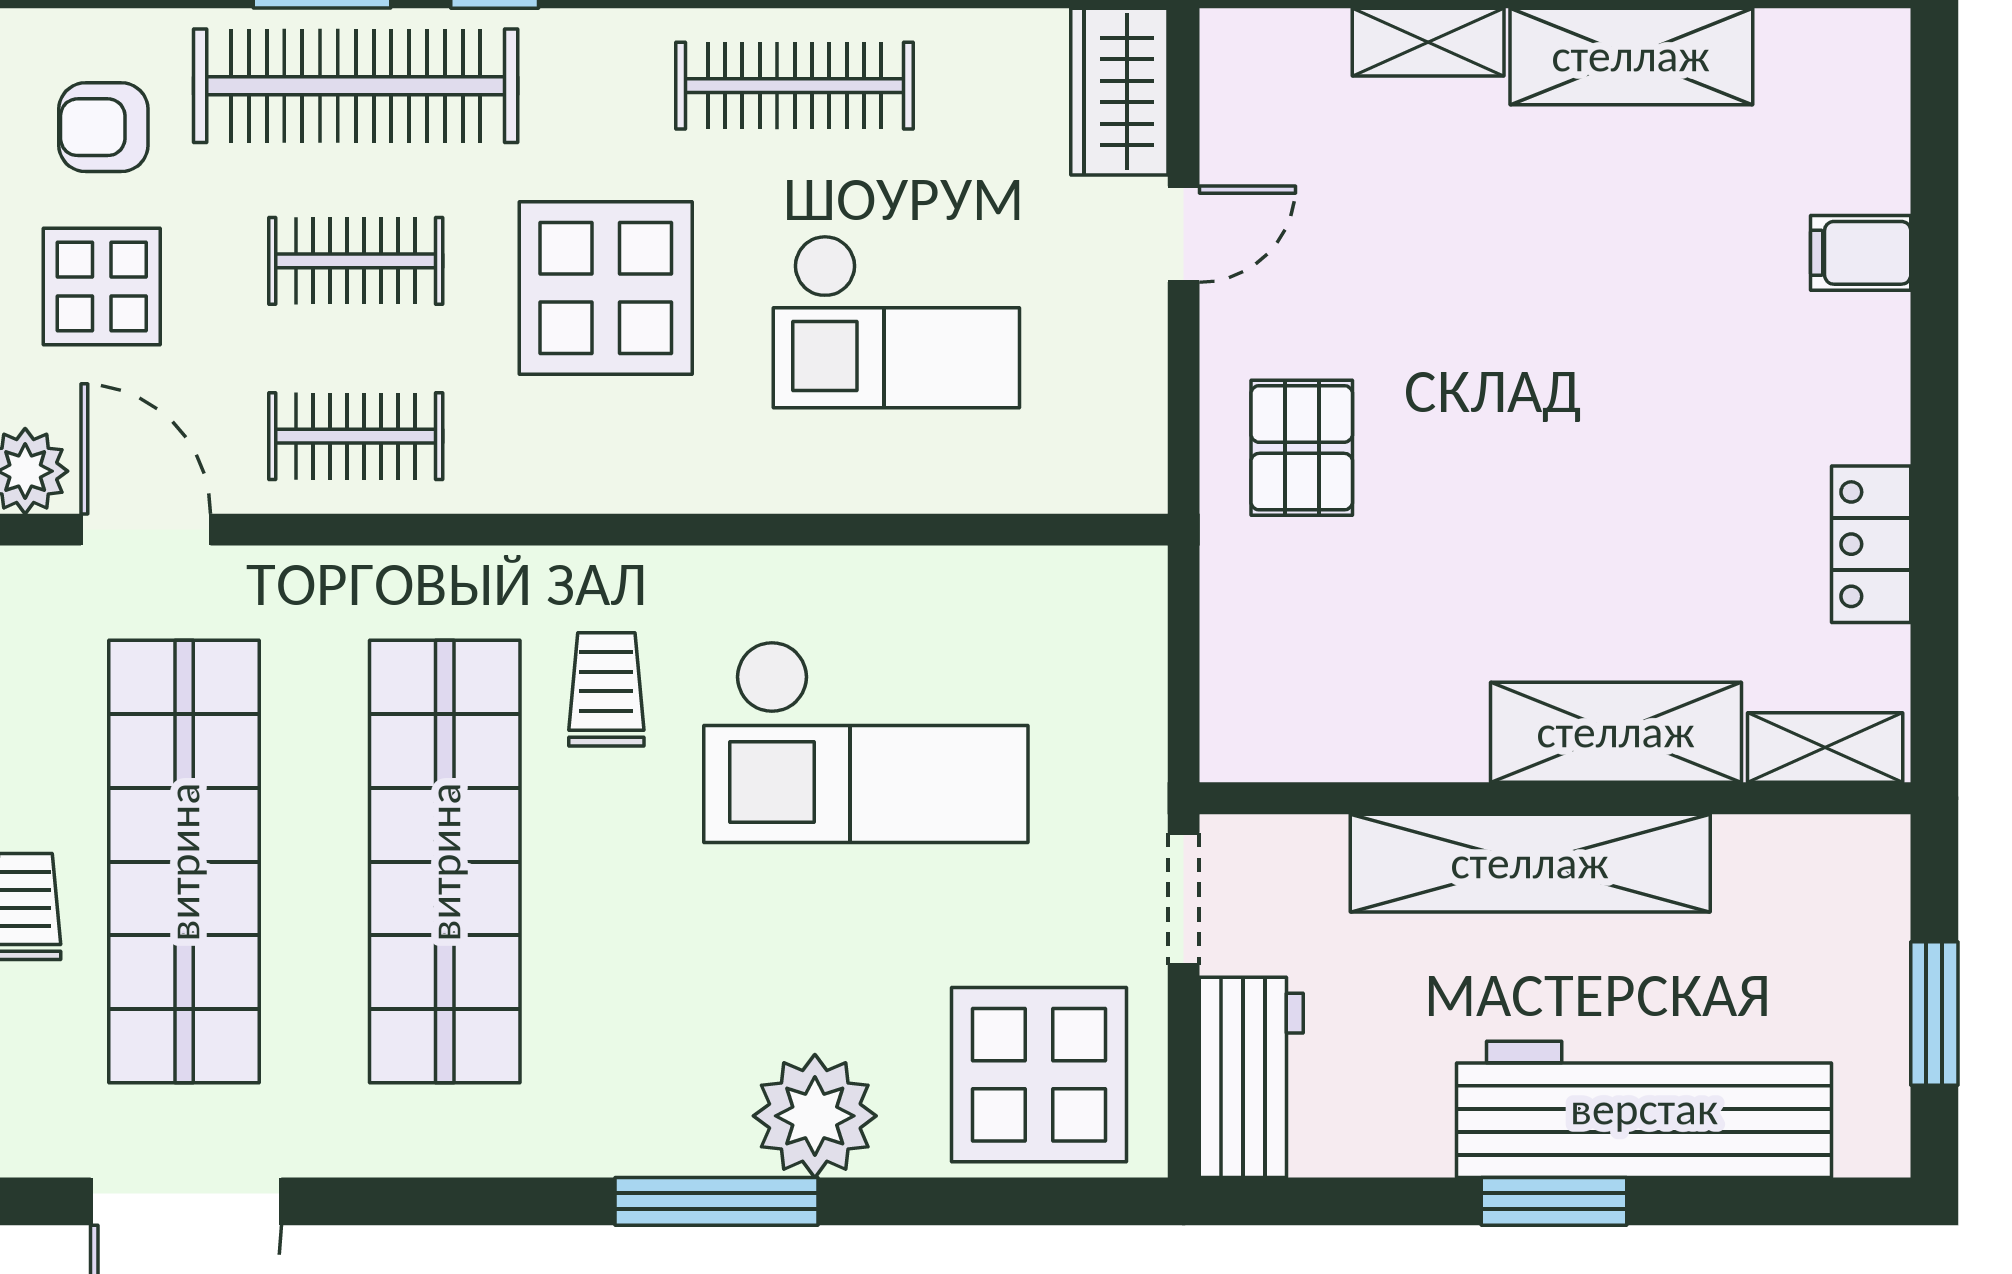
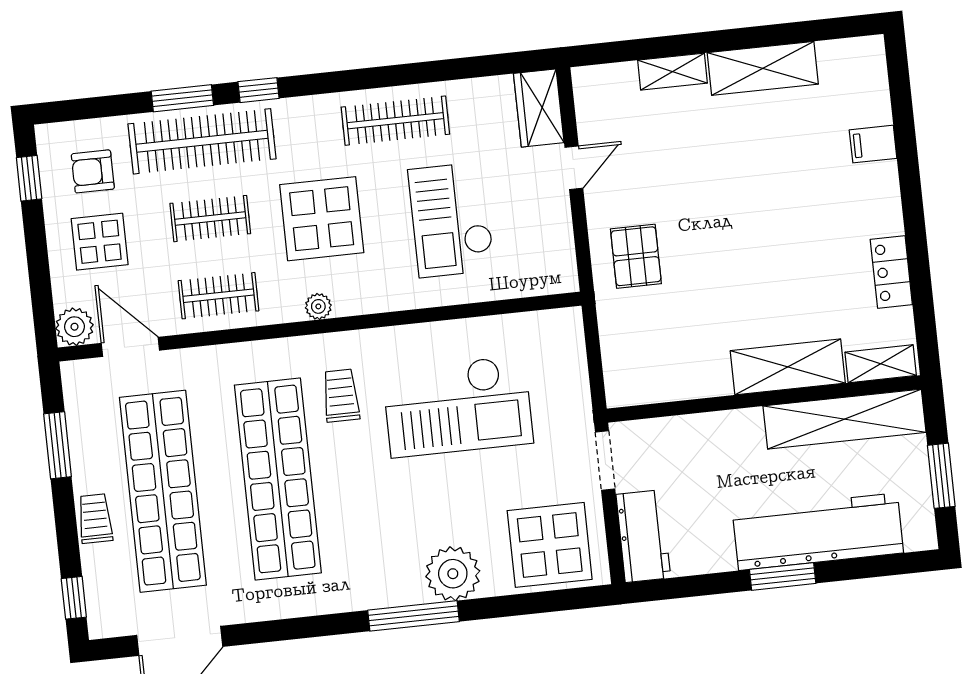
checkout: (896, 321) -> (451, 220), turned 90
plant: (577, 484) -> (318, 306), added
shelving: (1530, 863) -> (845, 419), moved

